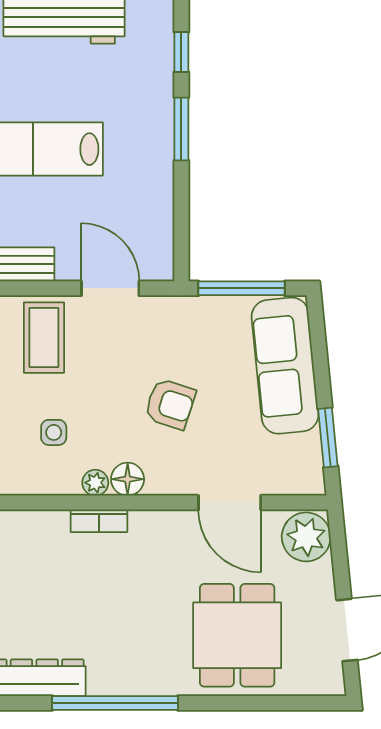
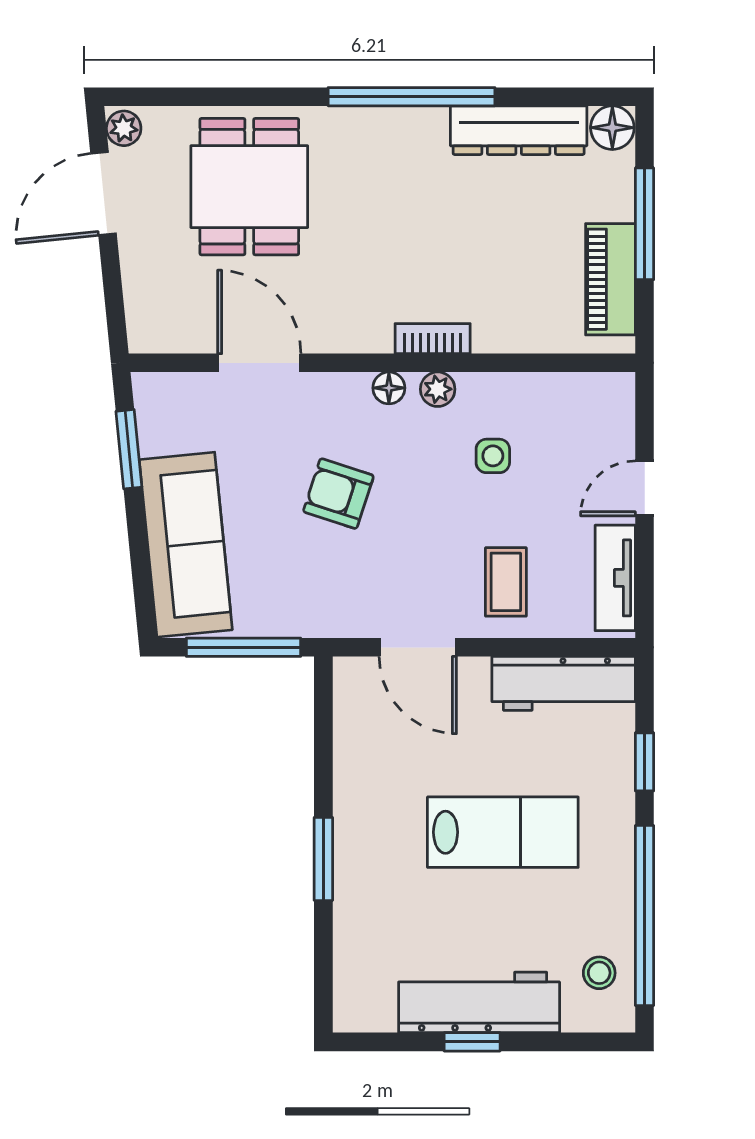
window: (181, 52) -> (323, 961), removed
coffee table: (44, 338) -> (506, 582), width x0.73, depth x0.77
floor lamp: (128, 479) -> (389, 388), width x0.73, depth x0.73
plant: (306, 537) -> (124, 128), moved, width x0.53, depth x0.53

